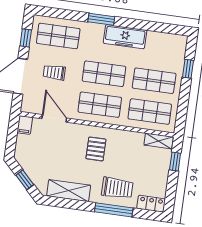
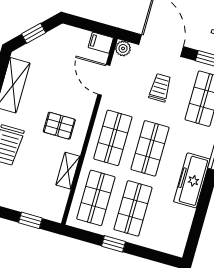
window: (188, 69) -> (114, 244), moved
plant: (27, 106) -> (123, 48), added
door: (54, 118) -> (104, 80), swing flipped
shelving: (159, 141) -> (68, 171), moved

